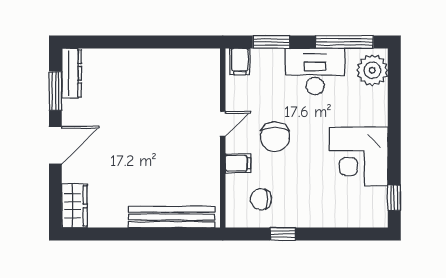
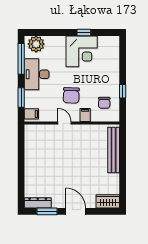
chair: (275, 137) -> (71, 95), turned 92
window: (394, 198) -> (84, 32), moved

